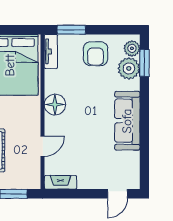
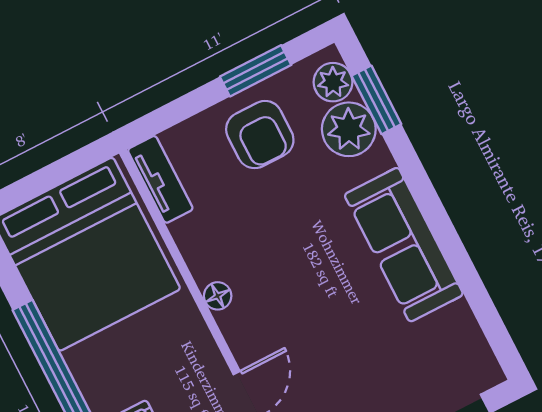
window: (71, 30) -> (256, 71), moved
floor lamp: (55, 105) -> (218, 296), width x0.53, depth x0.53

